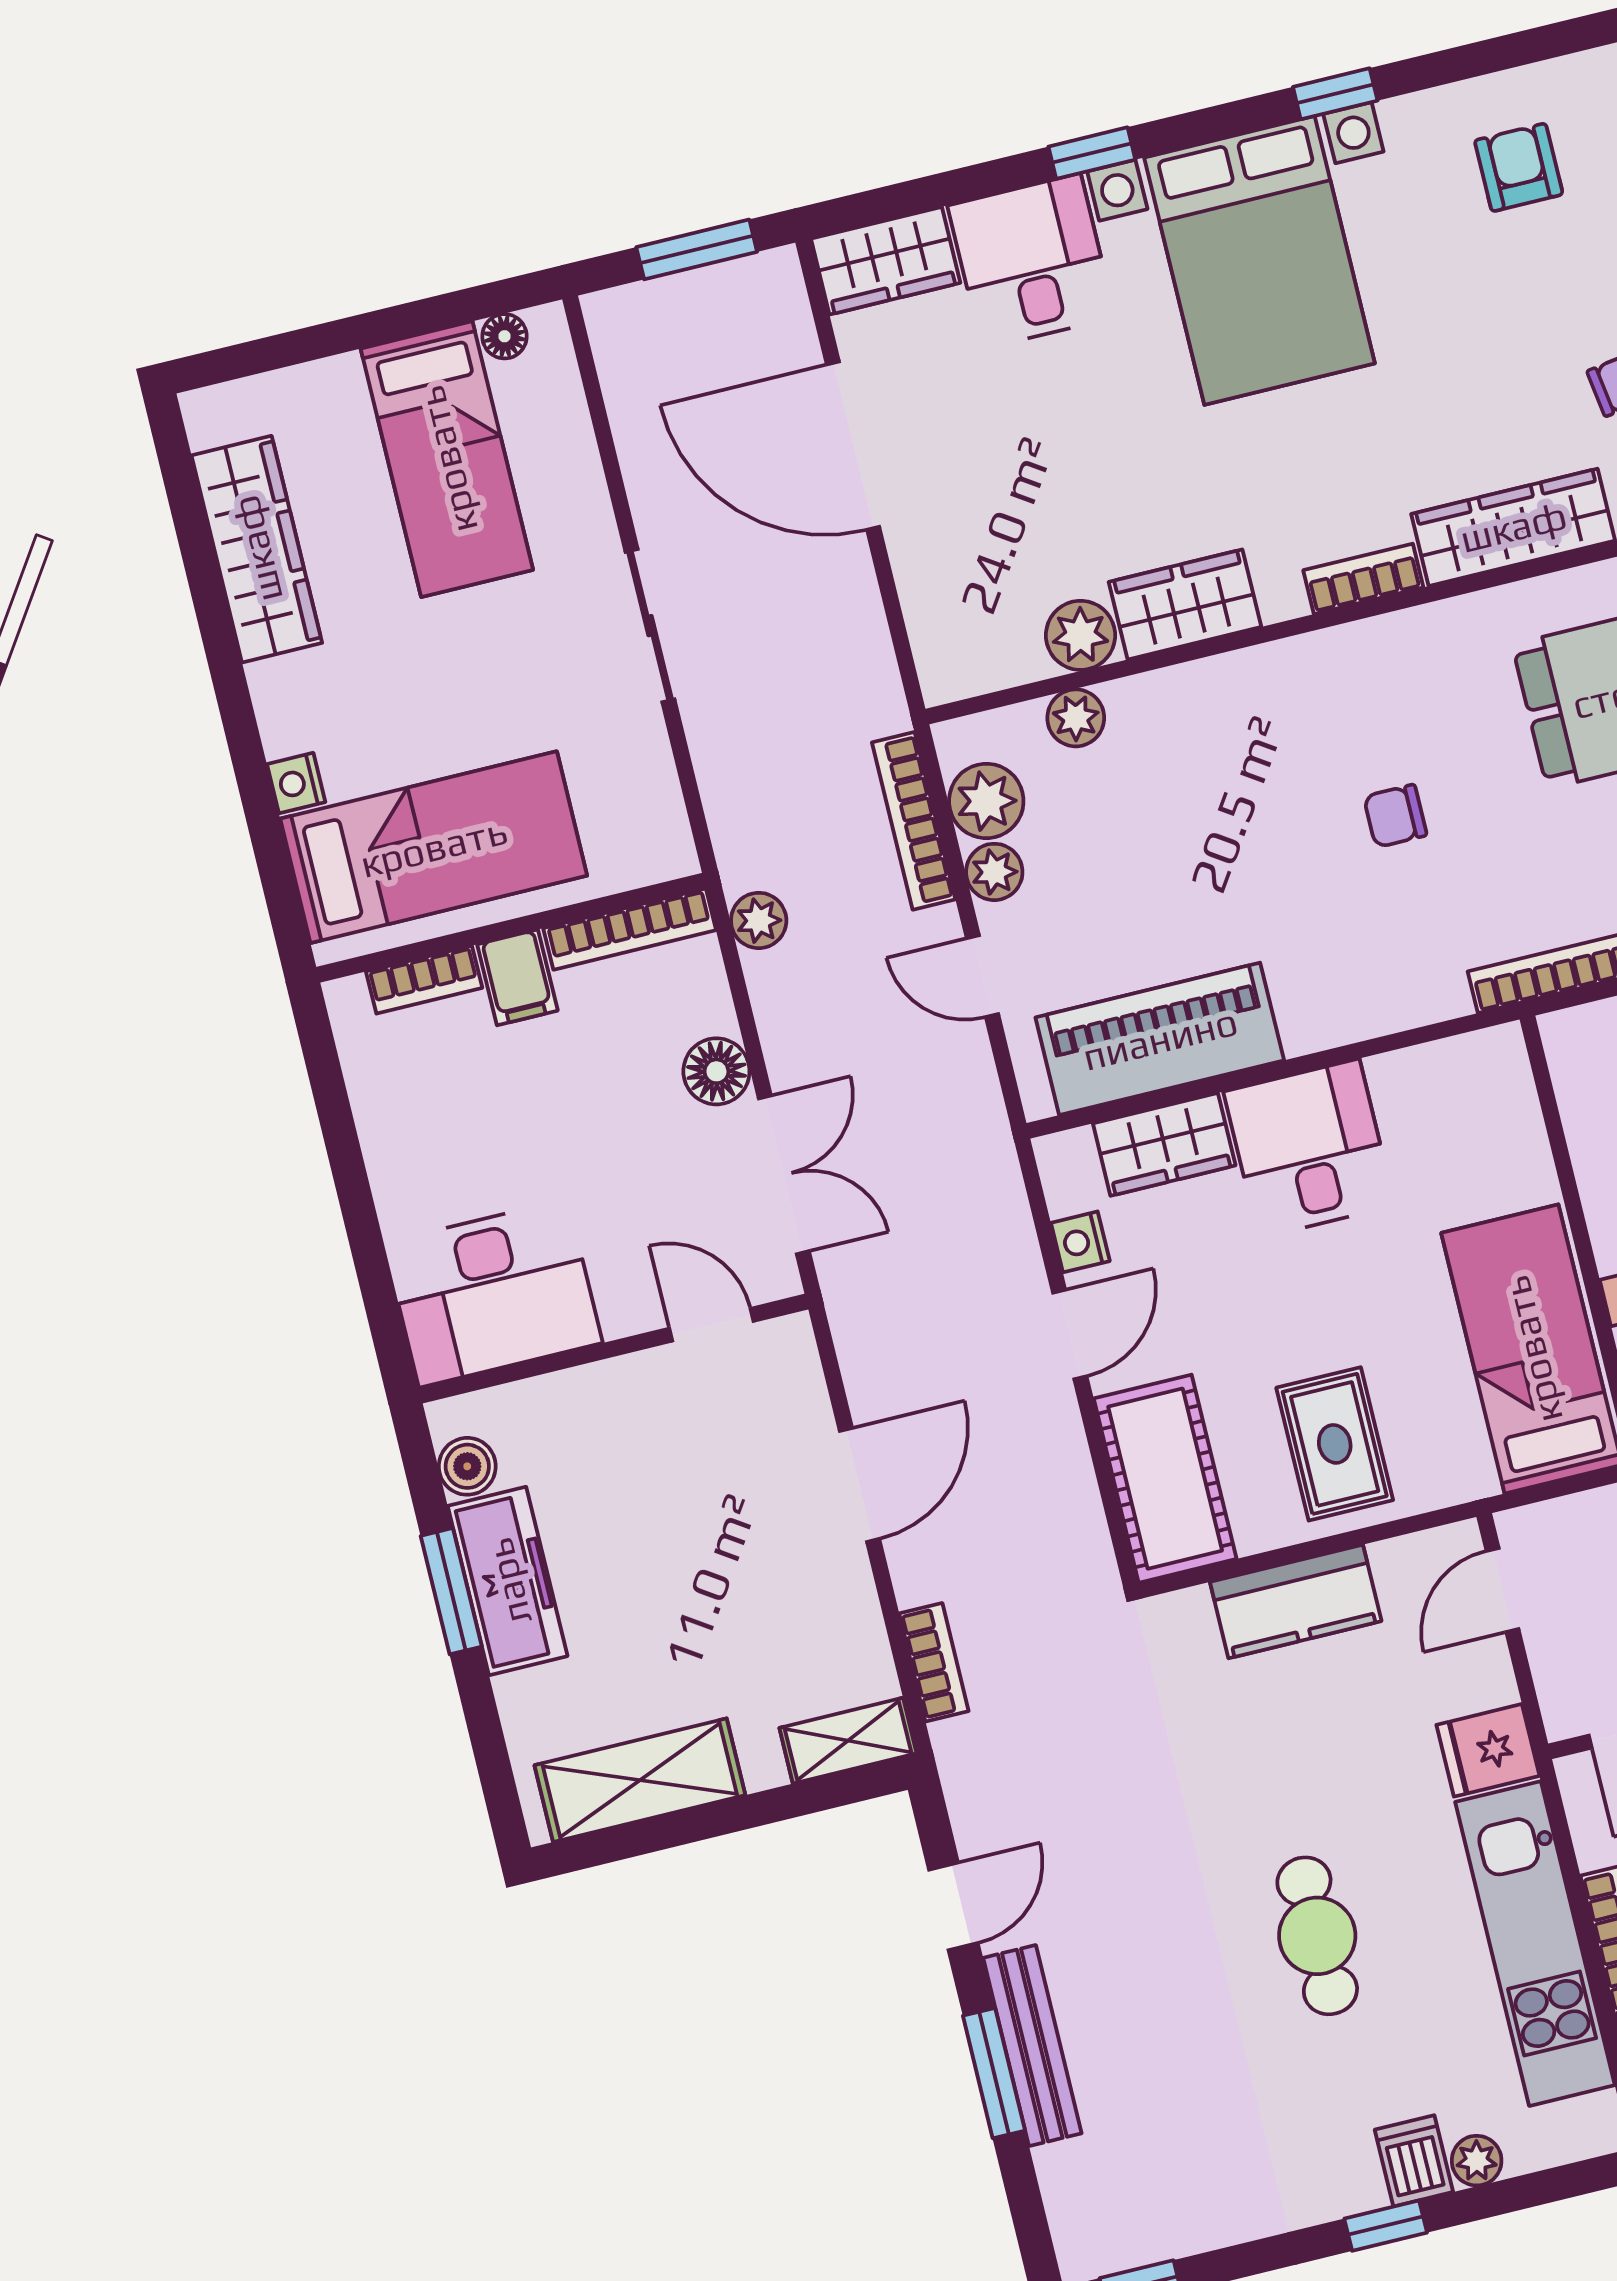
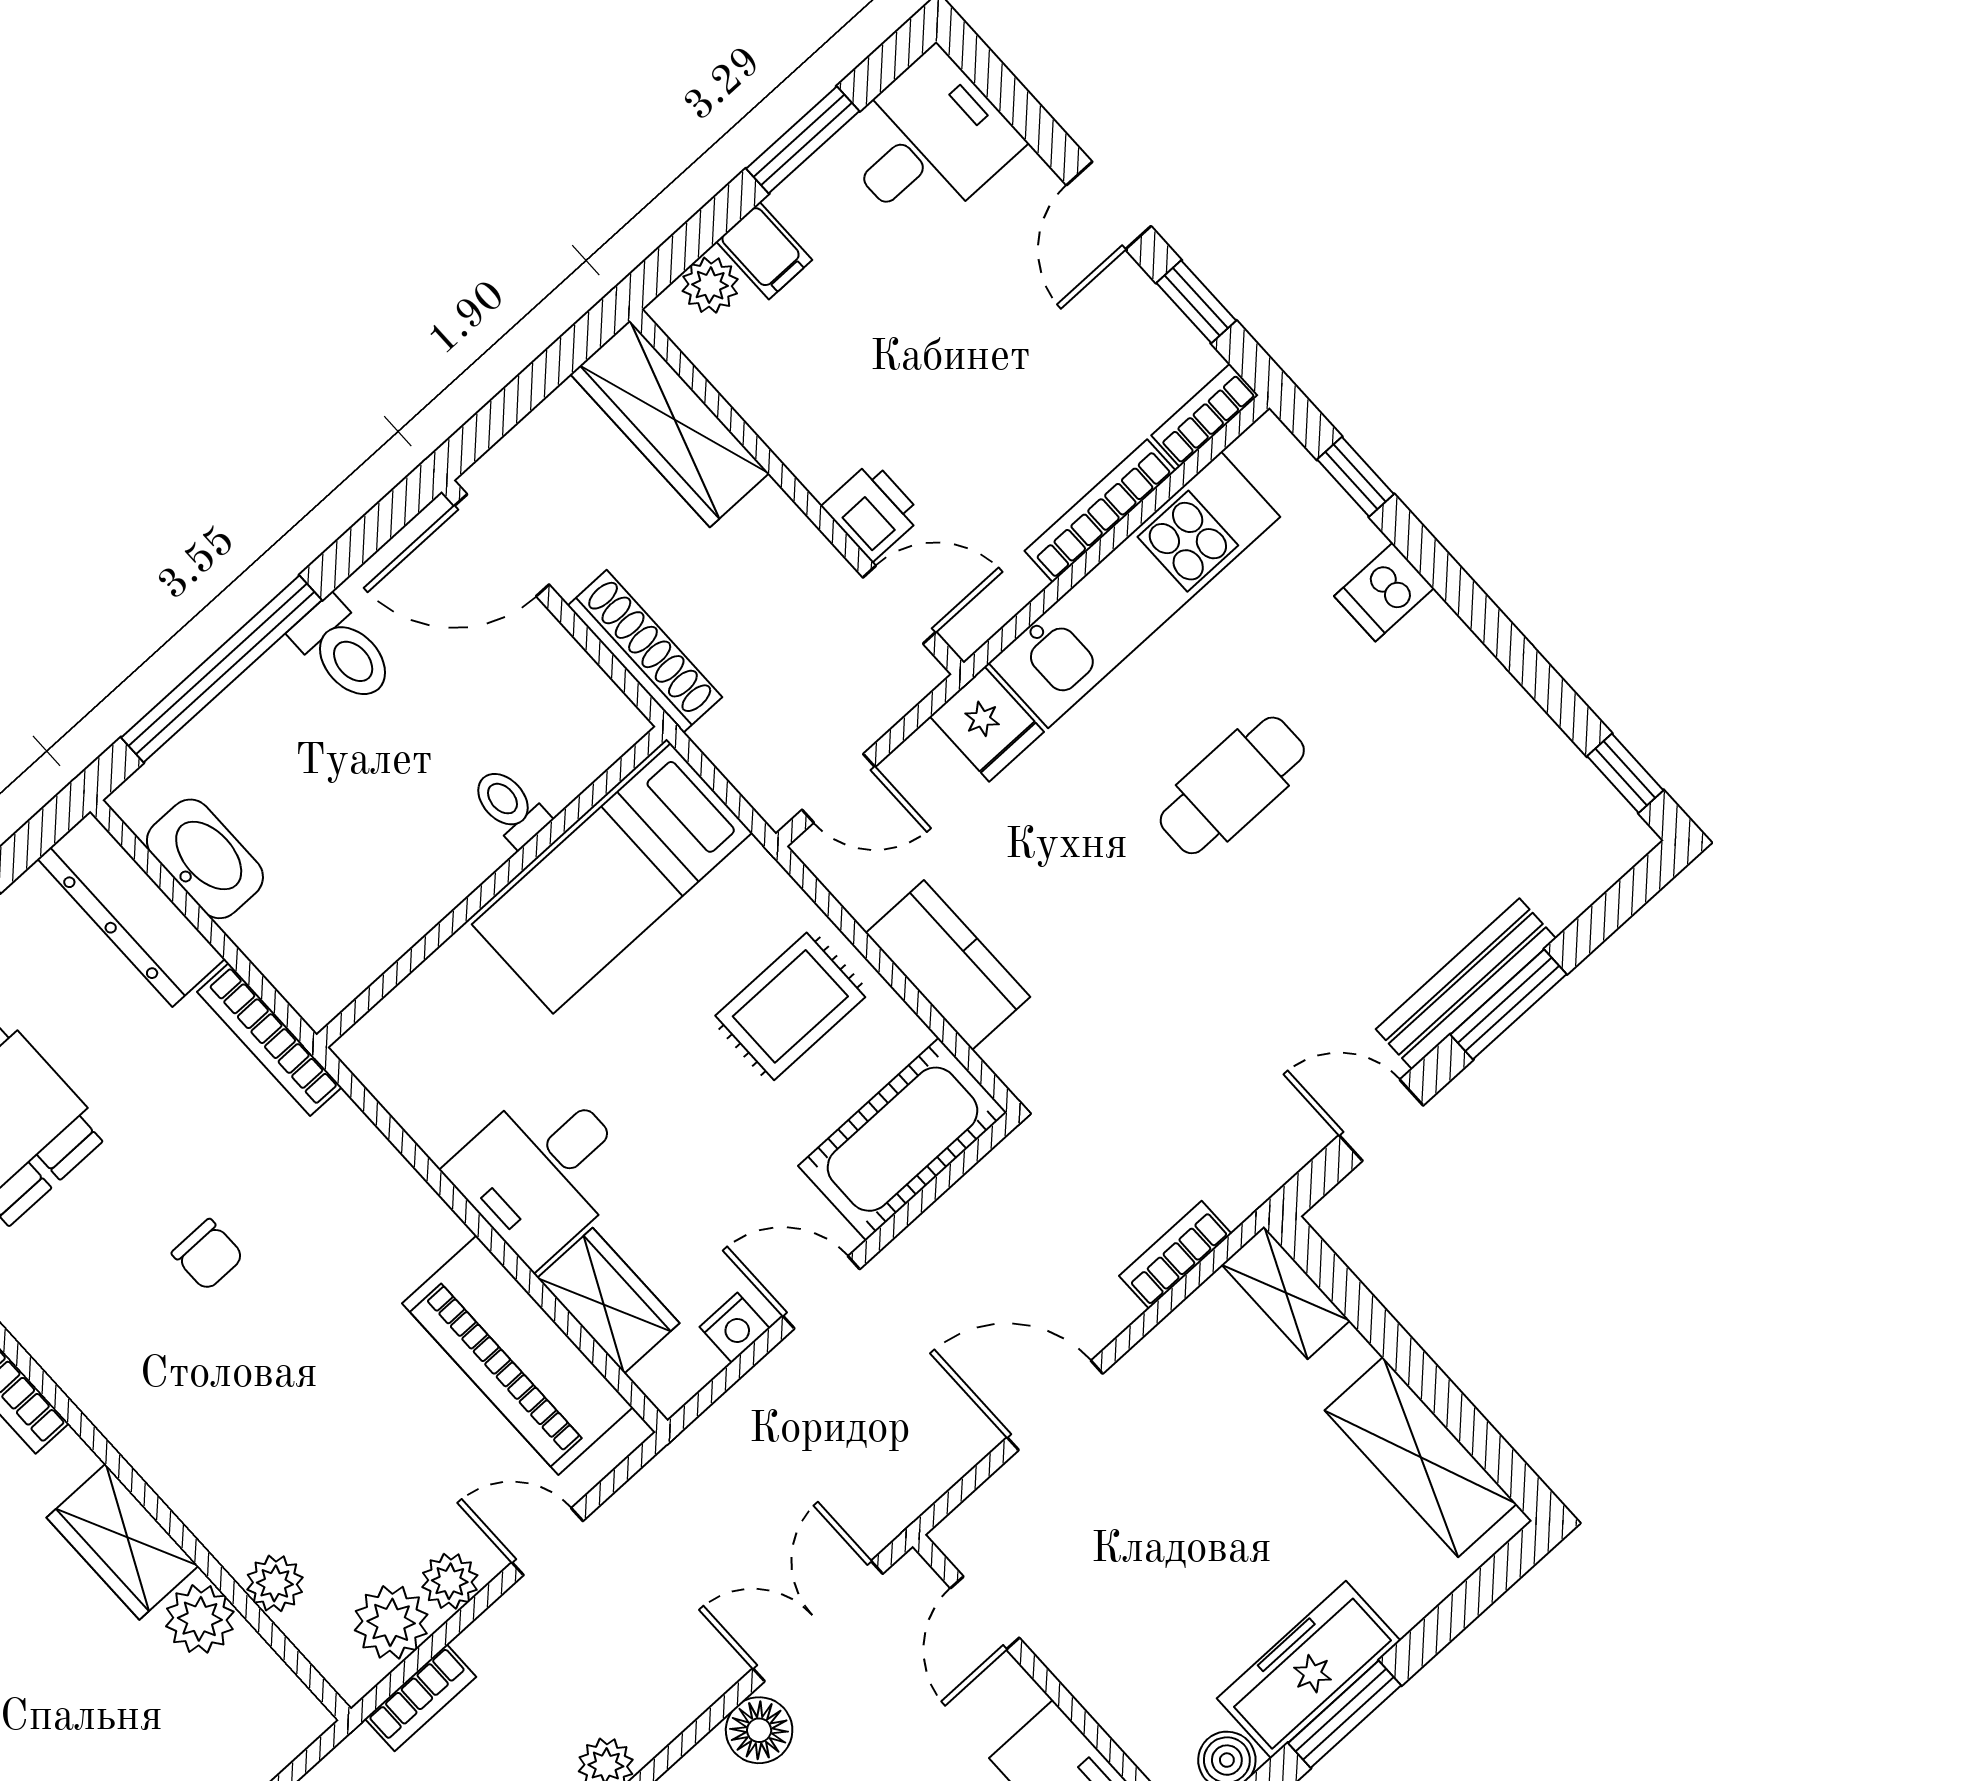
bookcase: (914, 821) -> (421, 1698), width x0.64
door: (982, 976) -> (547, 1542), swing flipped
plant: (1477, 2161) -> (1354, 537), removed
window: (1386, 2226) -> (1356, 477), moved

